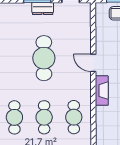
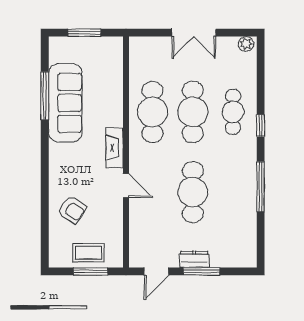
cafe table: (44, 117) -> (193, 112), width x1.37, depth x1.35
cafe table: (74, 117) -> (152, 112), width x1.37, depth x1.35

